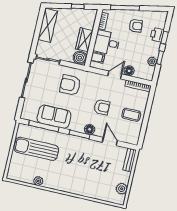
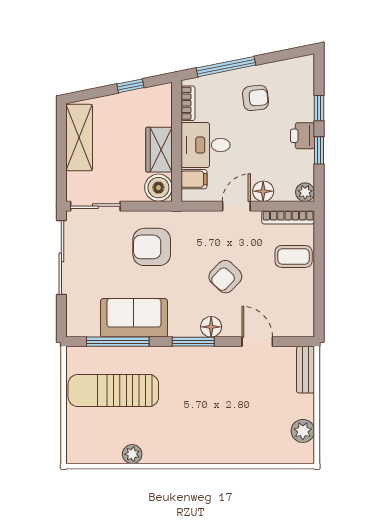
printer: (157, 35) -> (303, 136), moved
plant: (152, 62) -> (305, 192), moved
armchair: (102, 107) -> (225, 277), turned 134
coffee table: (131, 115) -> (294, 256), moved

